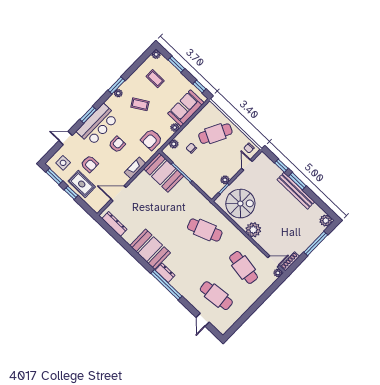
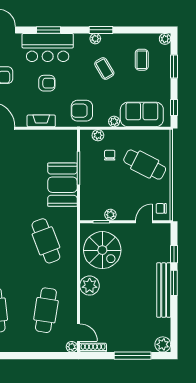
booth: (164, 173) -> (62, 185), moved

